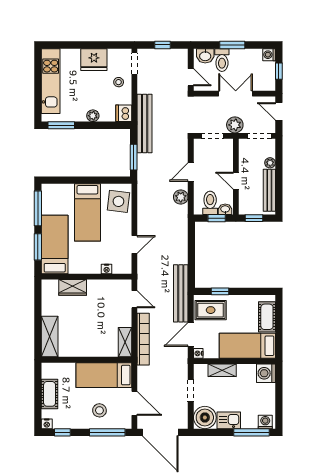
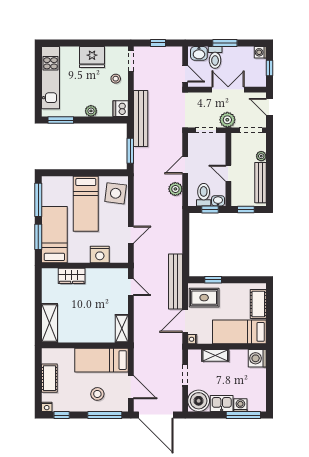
nightstand: (107, 269) -> (100, 254), width x1.89, depth x1.79
bookcase: (143, 339) -> (139, 326), removed
washing machine: (265, 422) -> (240, 405), moved

